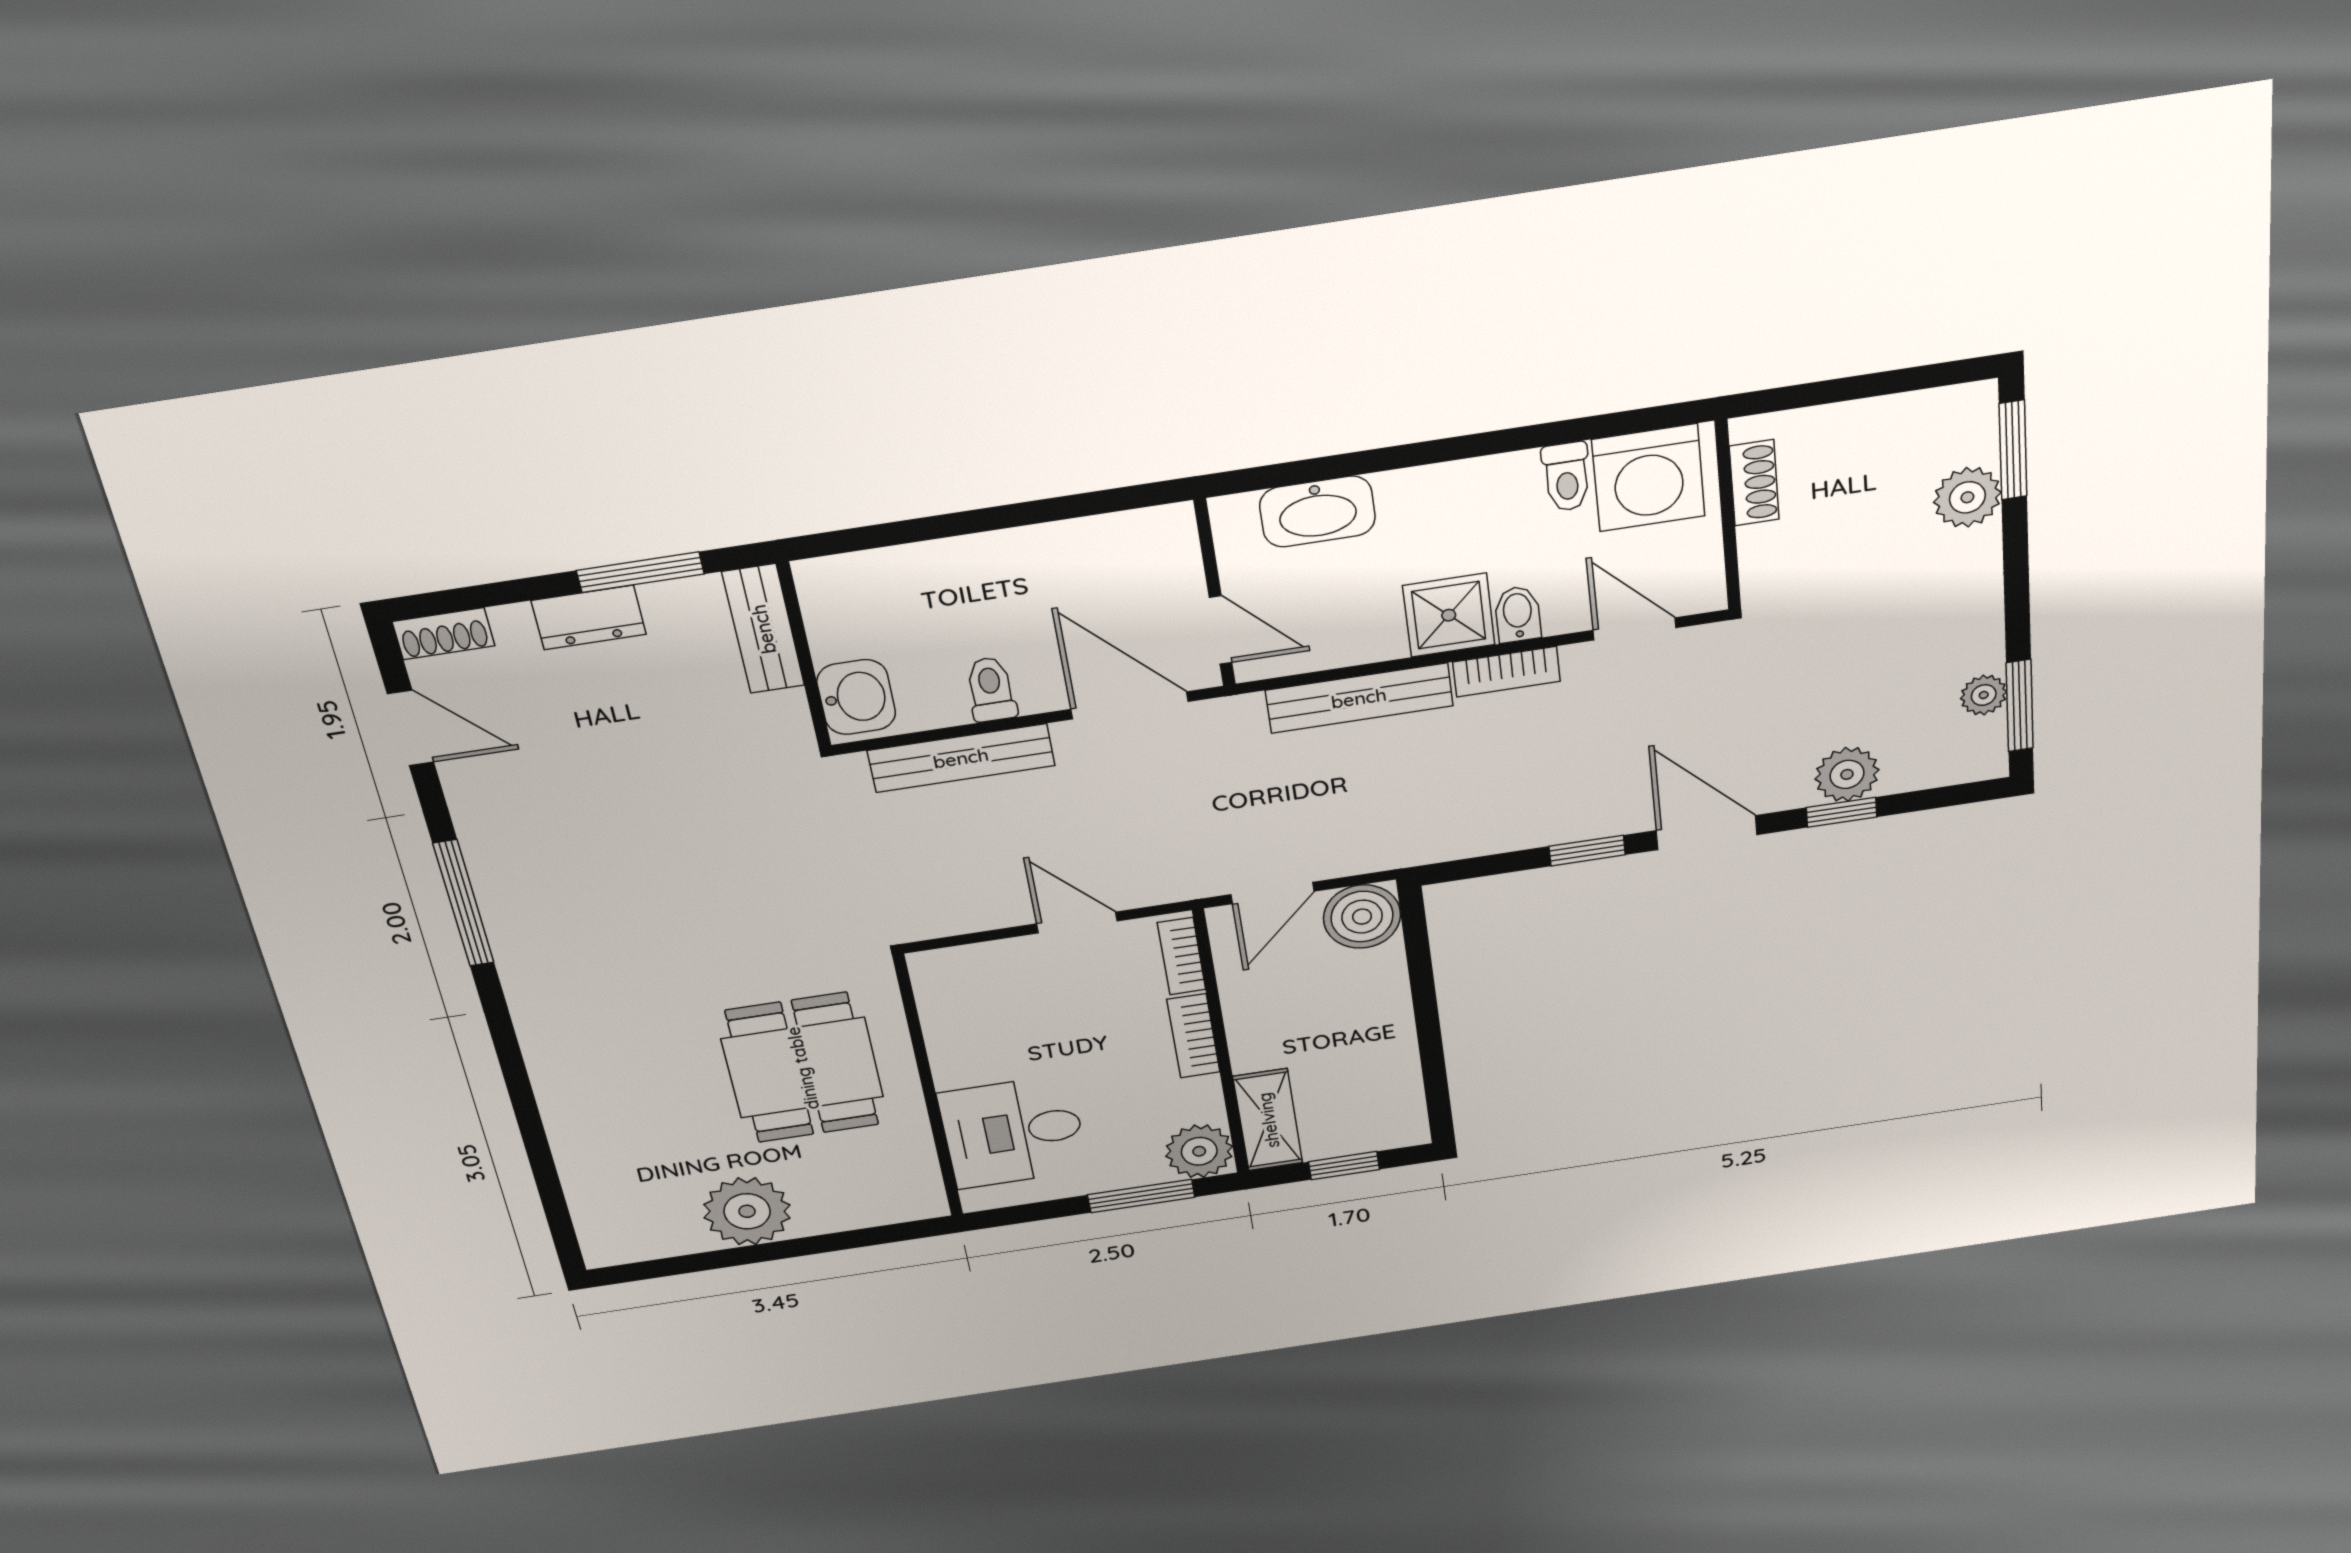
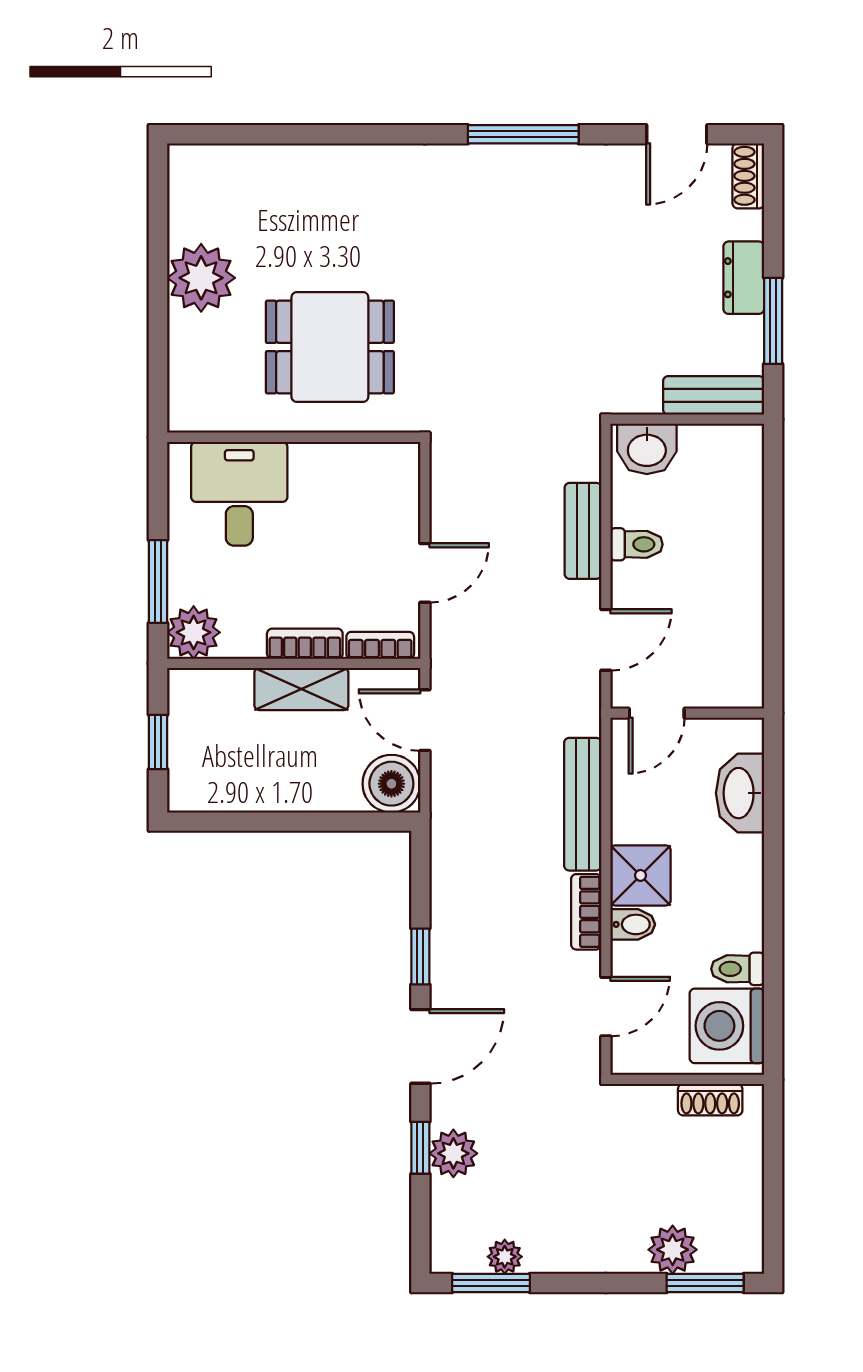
door: (1130, 705) -> (606, 640), width x0.73
bench: (961, 758) -> (583, 531), width x0.73
shelving: (1268, 1120) -> (301, 689), moved

